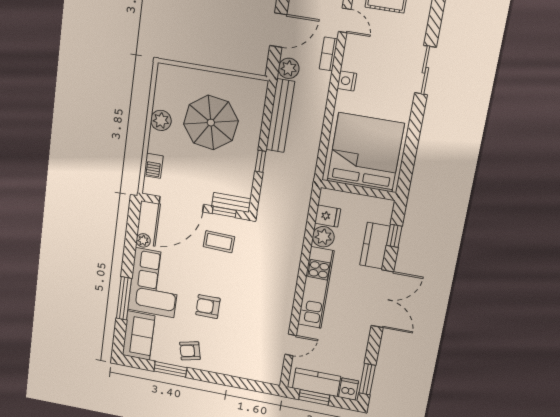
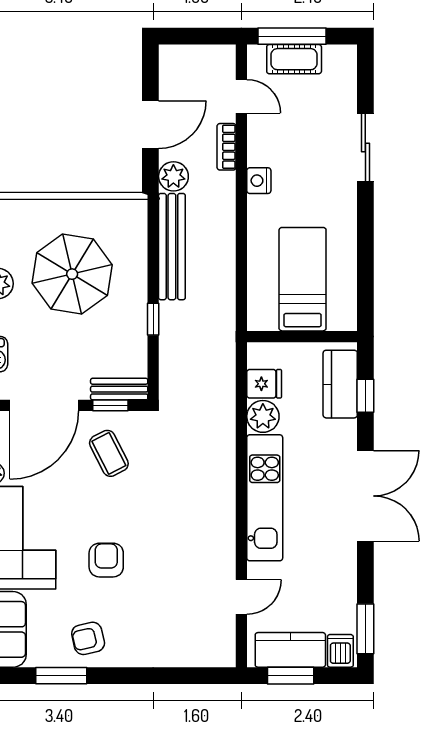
bed: (365, 152) -> (303, 279), width x0.49
coffee table: (219, 242) -> (109, 453), turned 61
kitchen counter: (375, 246) -> (340, 384), moved
armchair: (208, 307) -> (106, 560), turned 90

